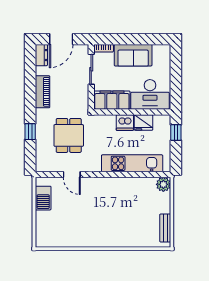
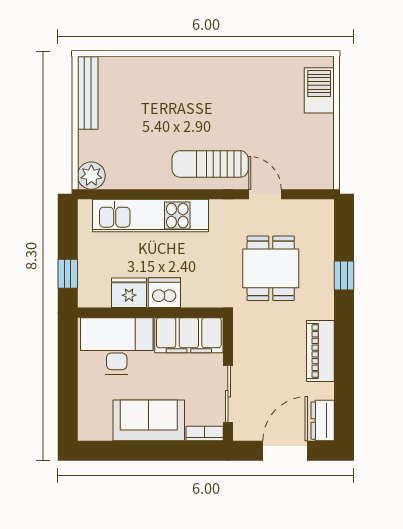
sun lounger: (101, 191) -> (210, 164), added
barbecue: (43, 198) -> (319, 90), moved
bench: (165, 228) -> (88, 93), width x1.36

